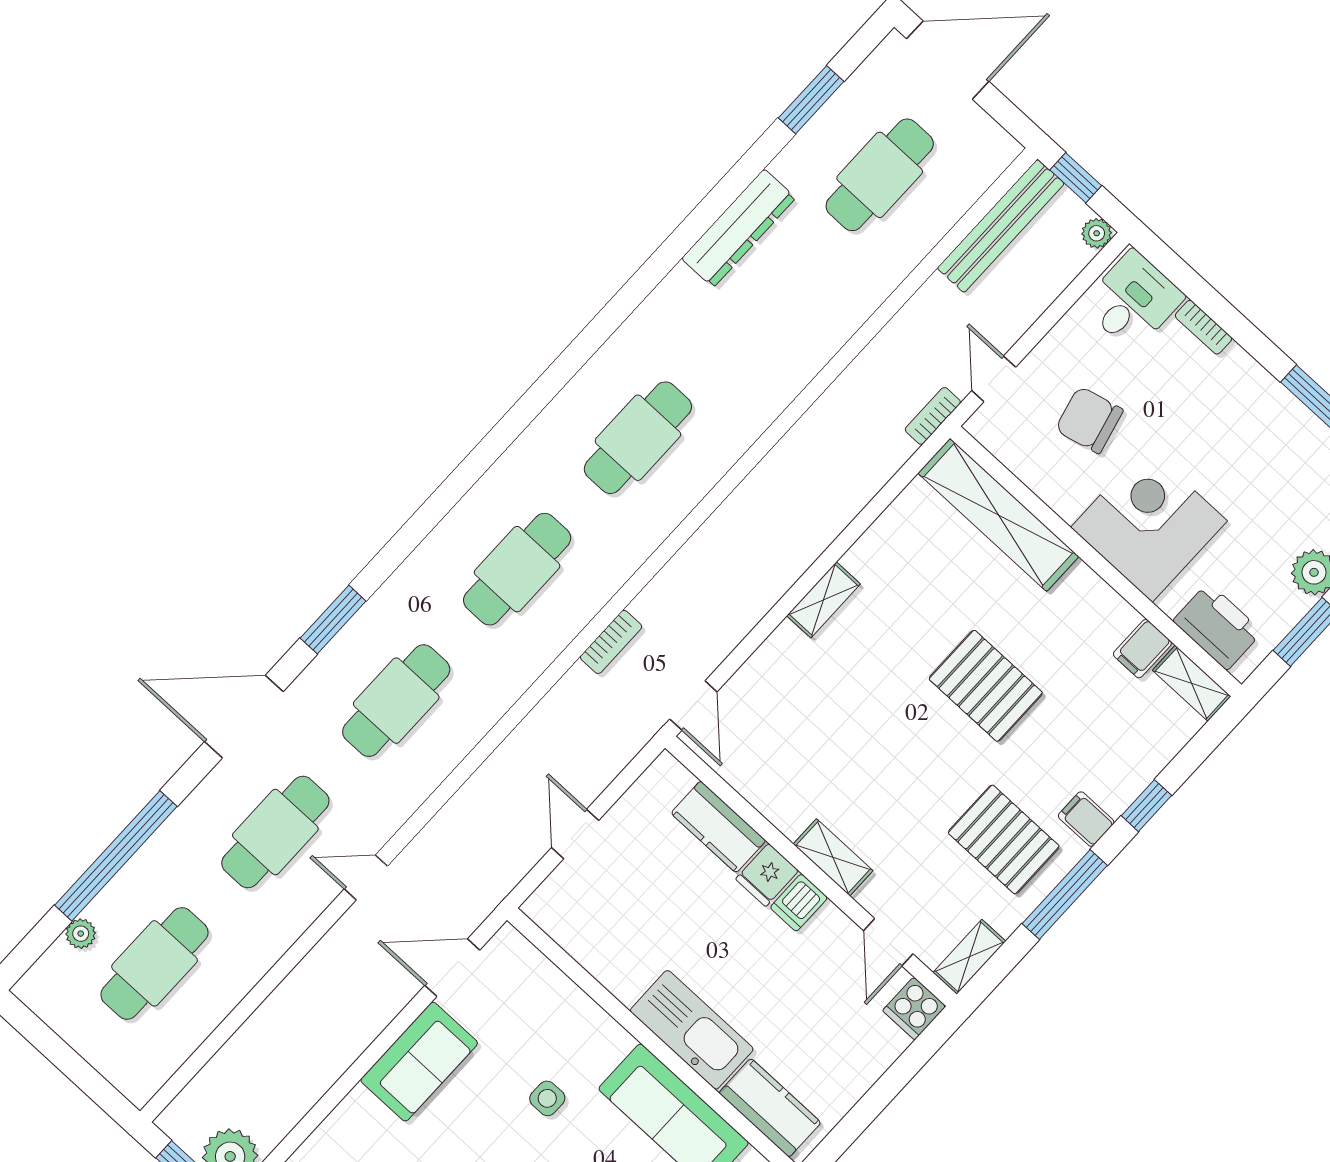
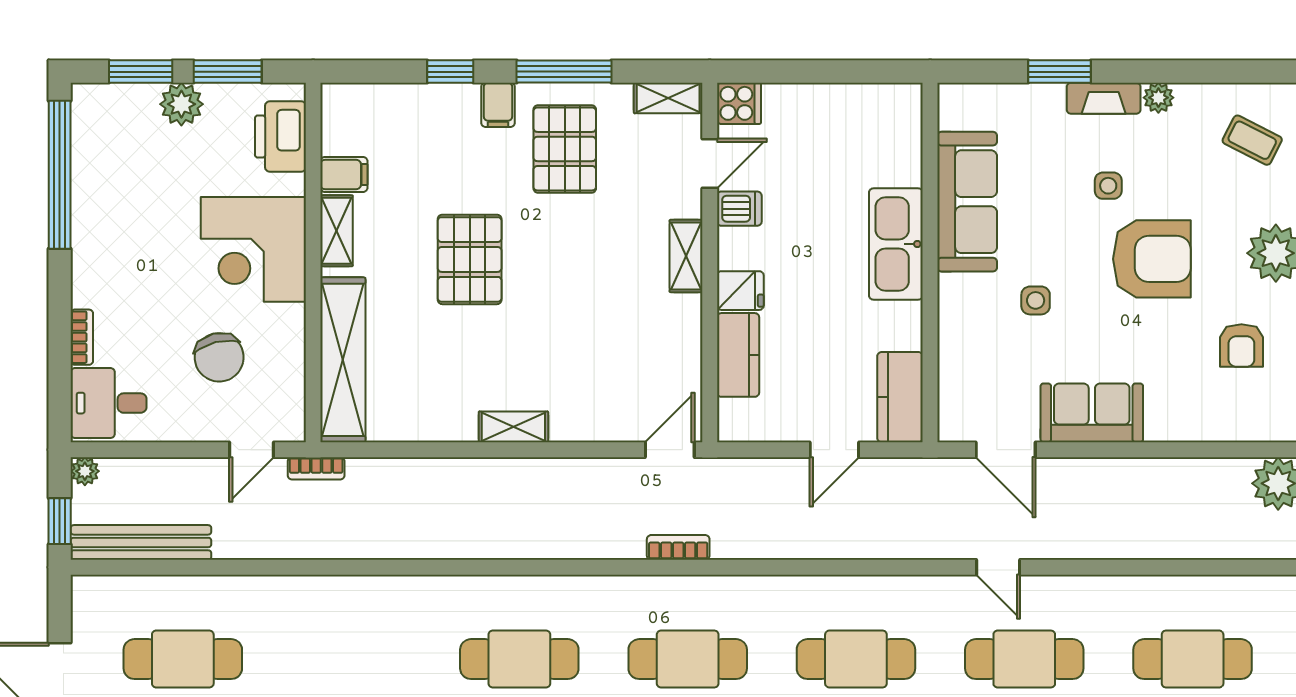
shelving: (1192, 683) -> (337, 231), moved
dishwasher: (799, 903) -> (739, 209), moved
kitchen counter: (770, 1108) -> (900, 397), moved

